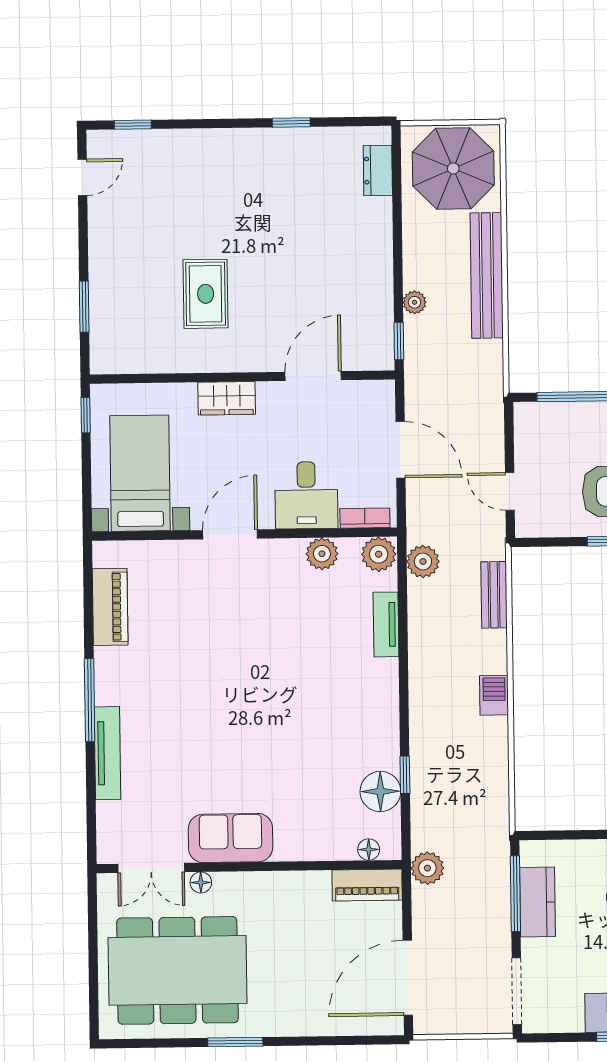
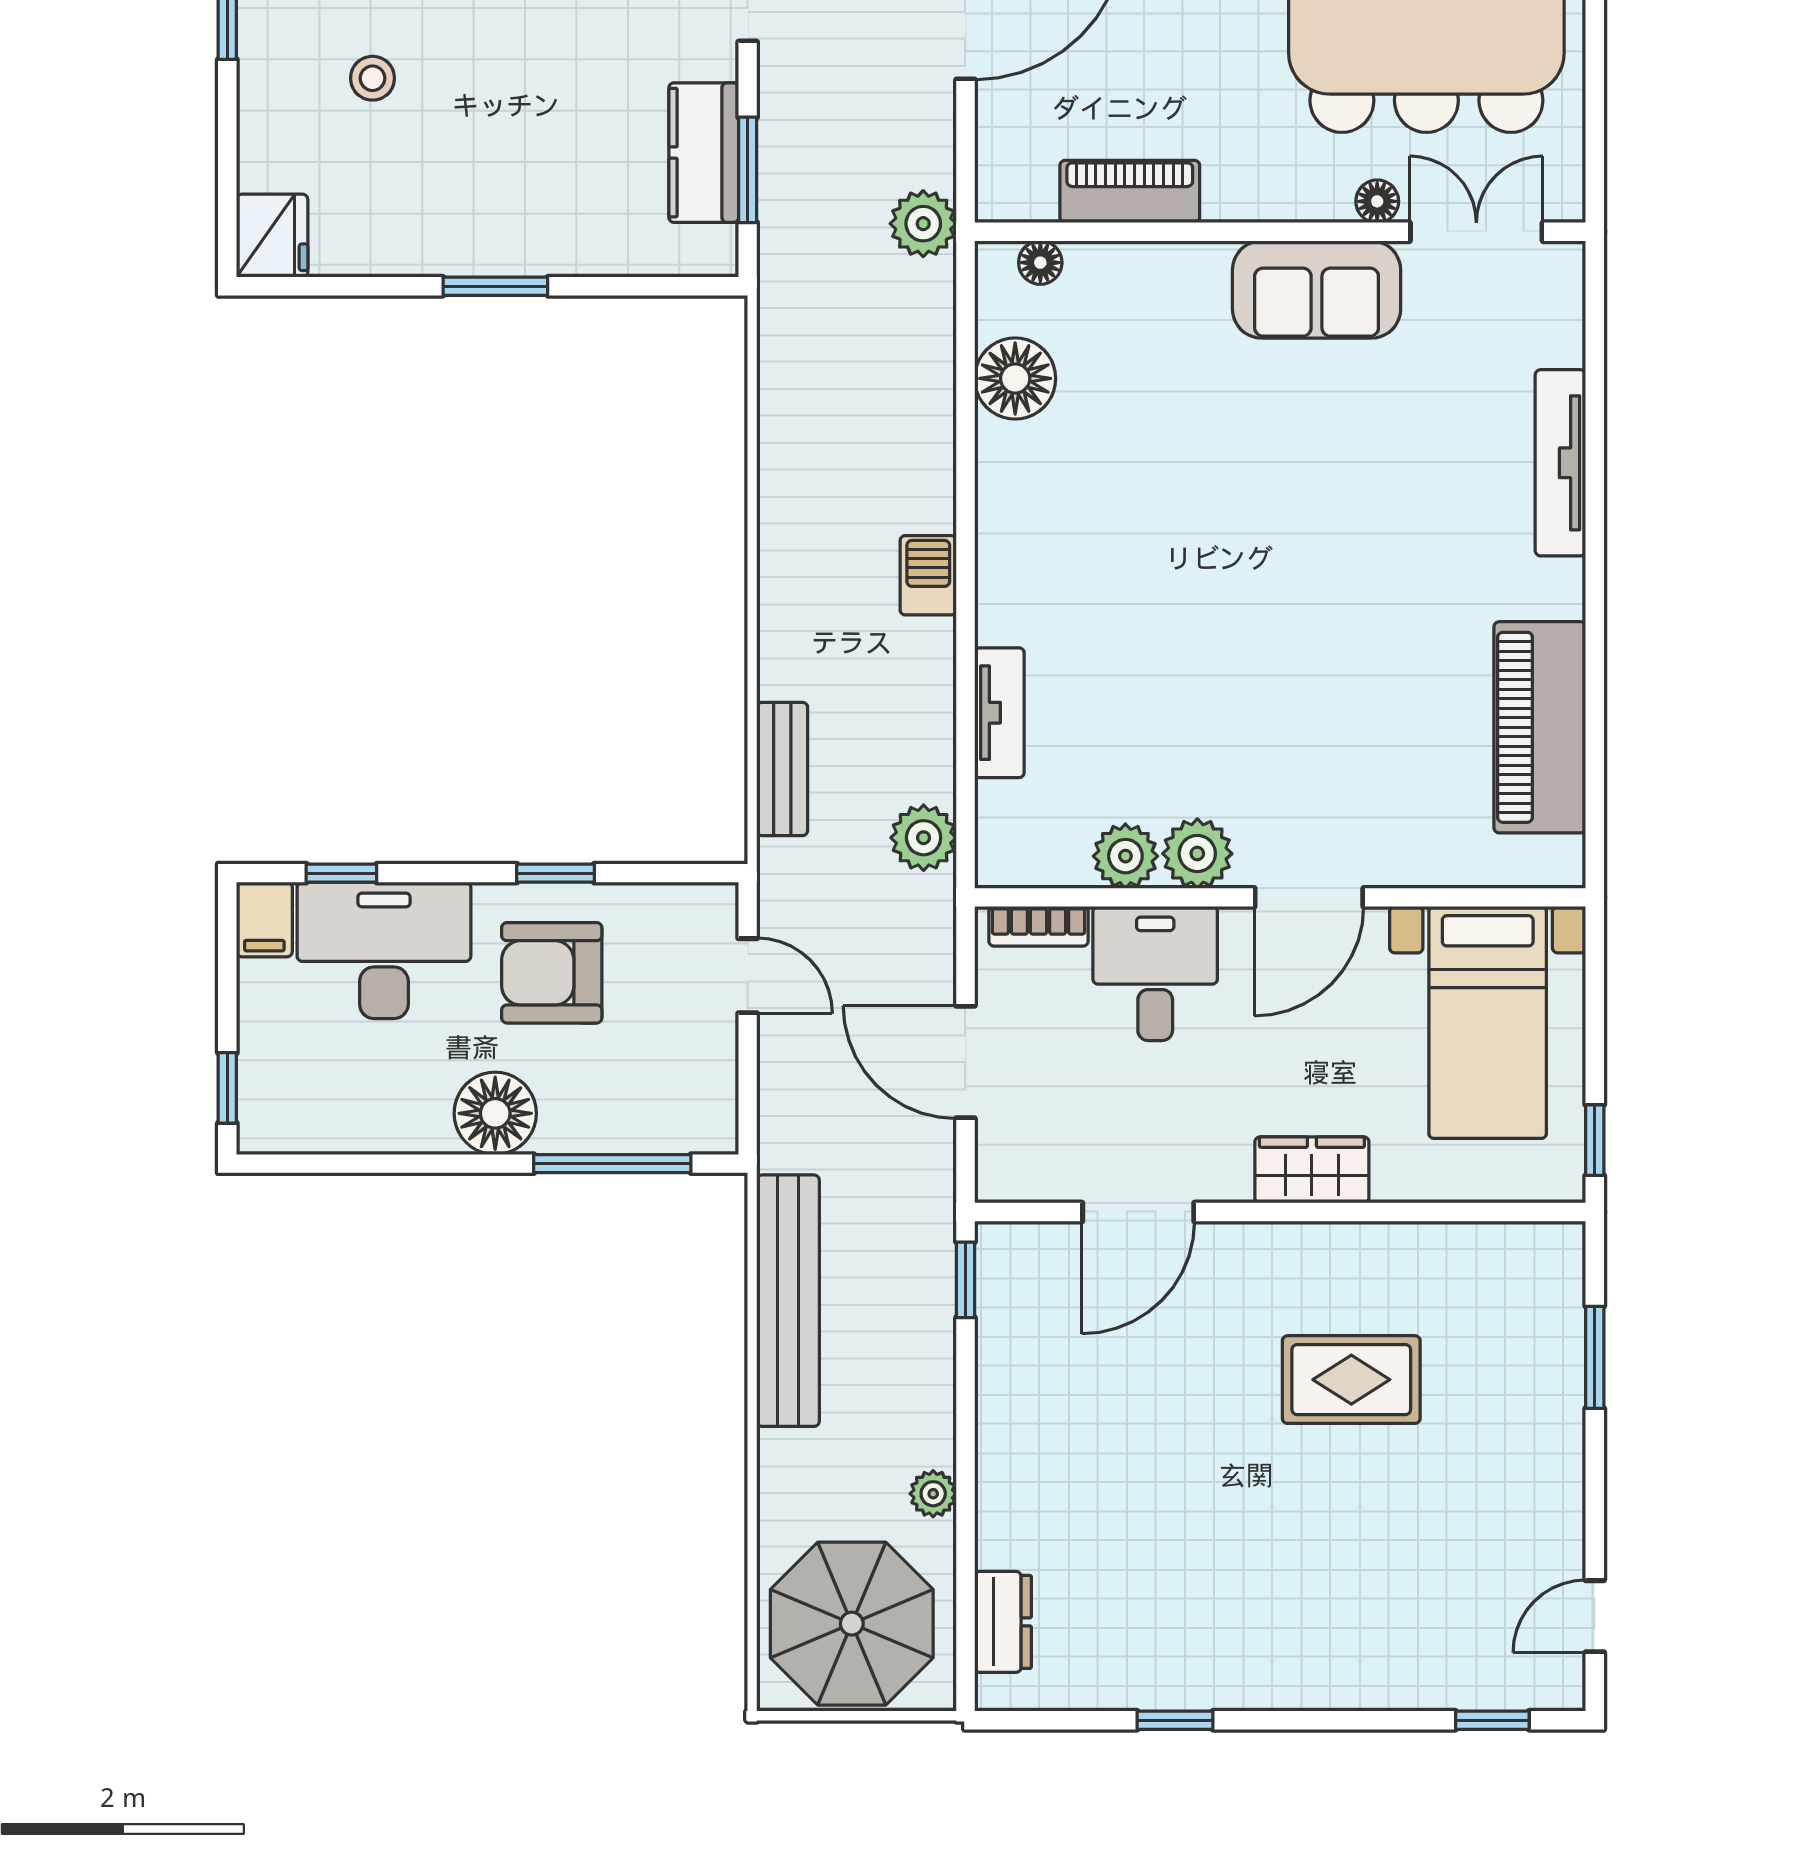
bench: (487, 275) -> (788, 1301), moved
rug: (206, 294) -> (1351, 1380), turned 90
plant: (415, 302) -> (933, 1494), moved
plant: (379, 554) -> (1197, 854), moved
piano: (110, 607) -> (1540, 727), width x1.37, depth x1.33
barbecue: (494, 695) -> (928, 575), moved, turned 180
window: (90, 700) -> (1595, 569), removed
window: (405, 775) -> (965, 411), removed
piano: (367, 885) -> (1130, 191), moved
window: (515, 894) -> (748, 170), width x0.69

